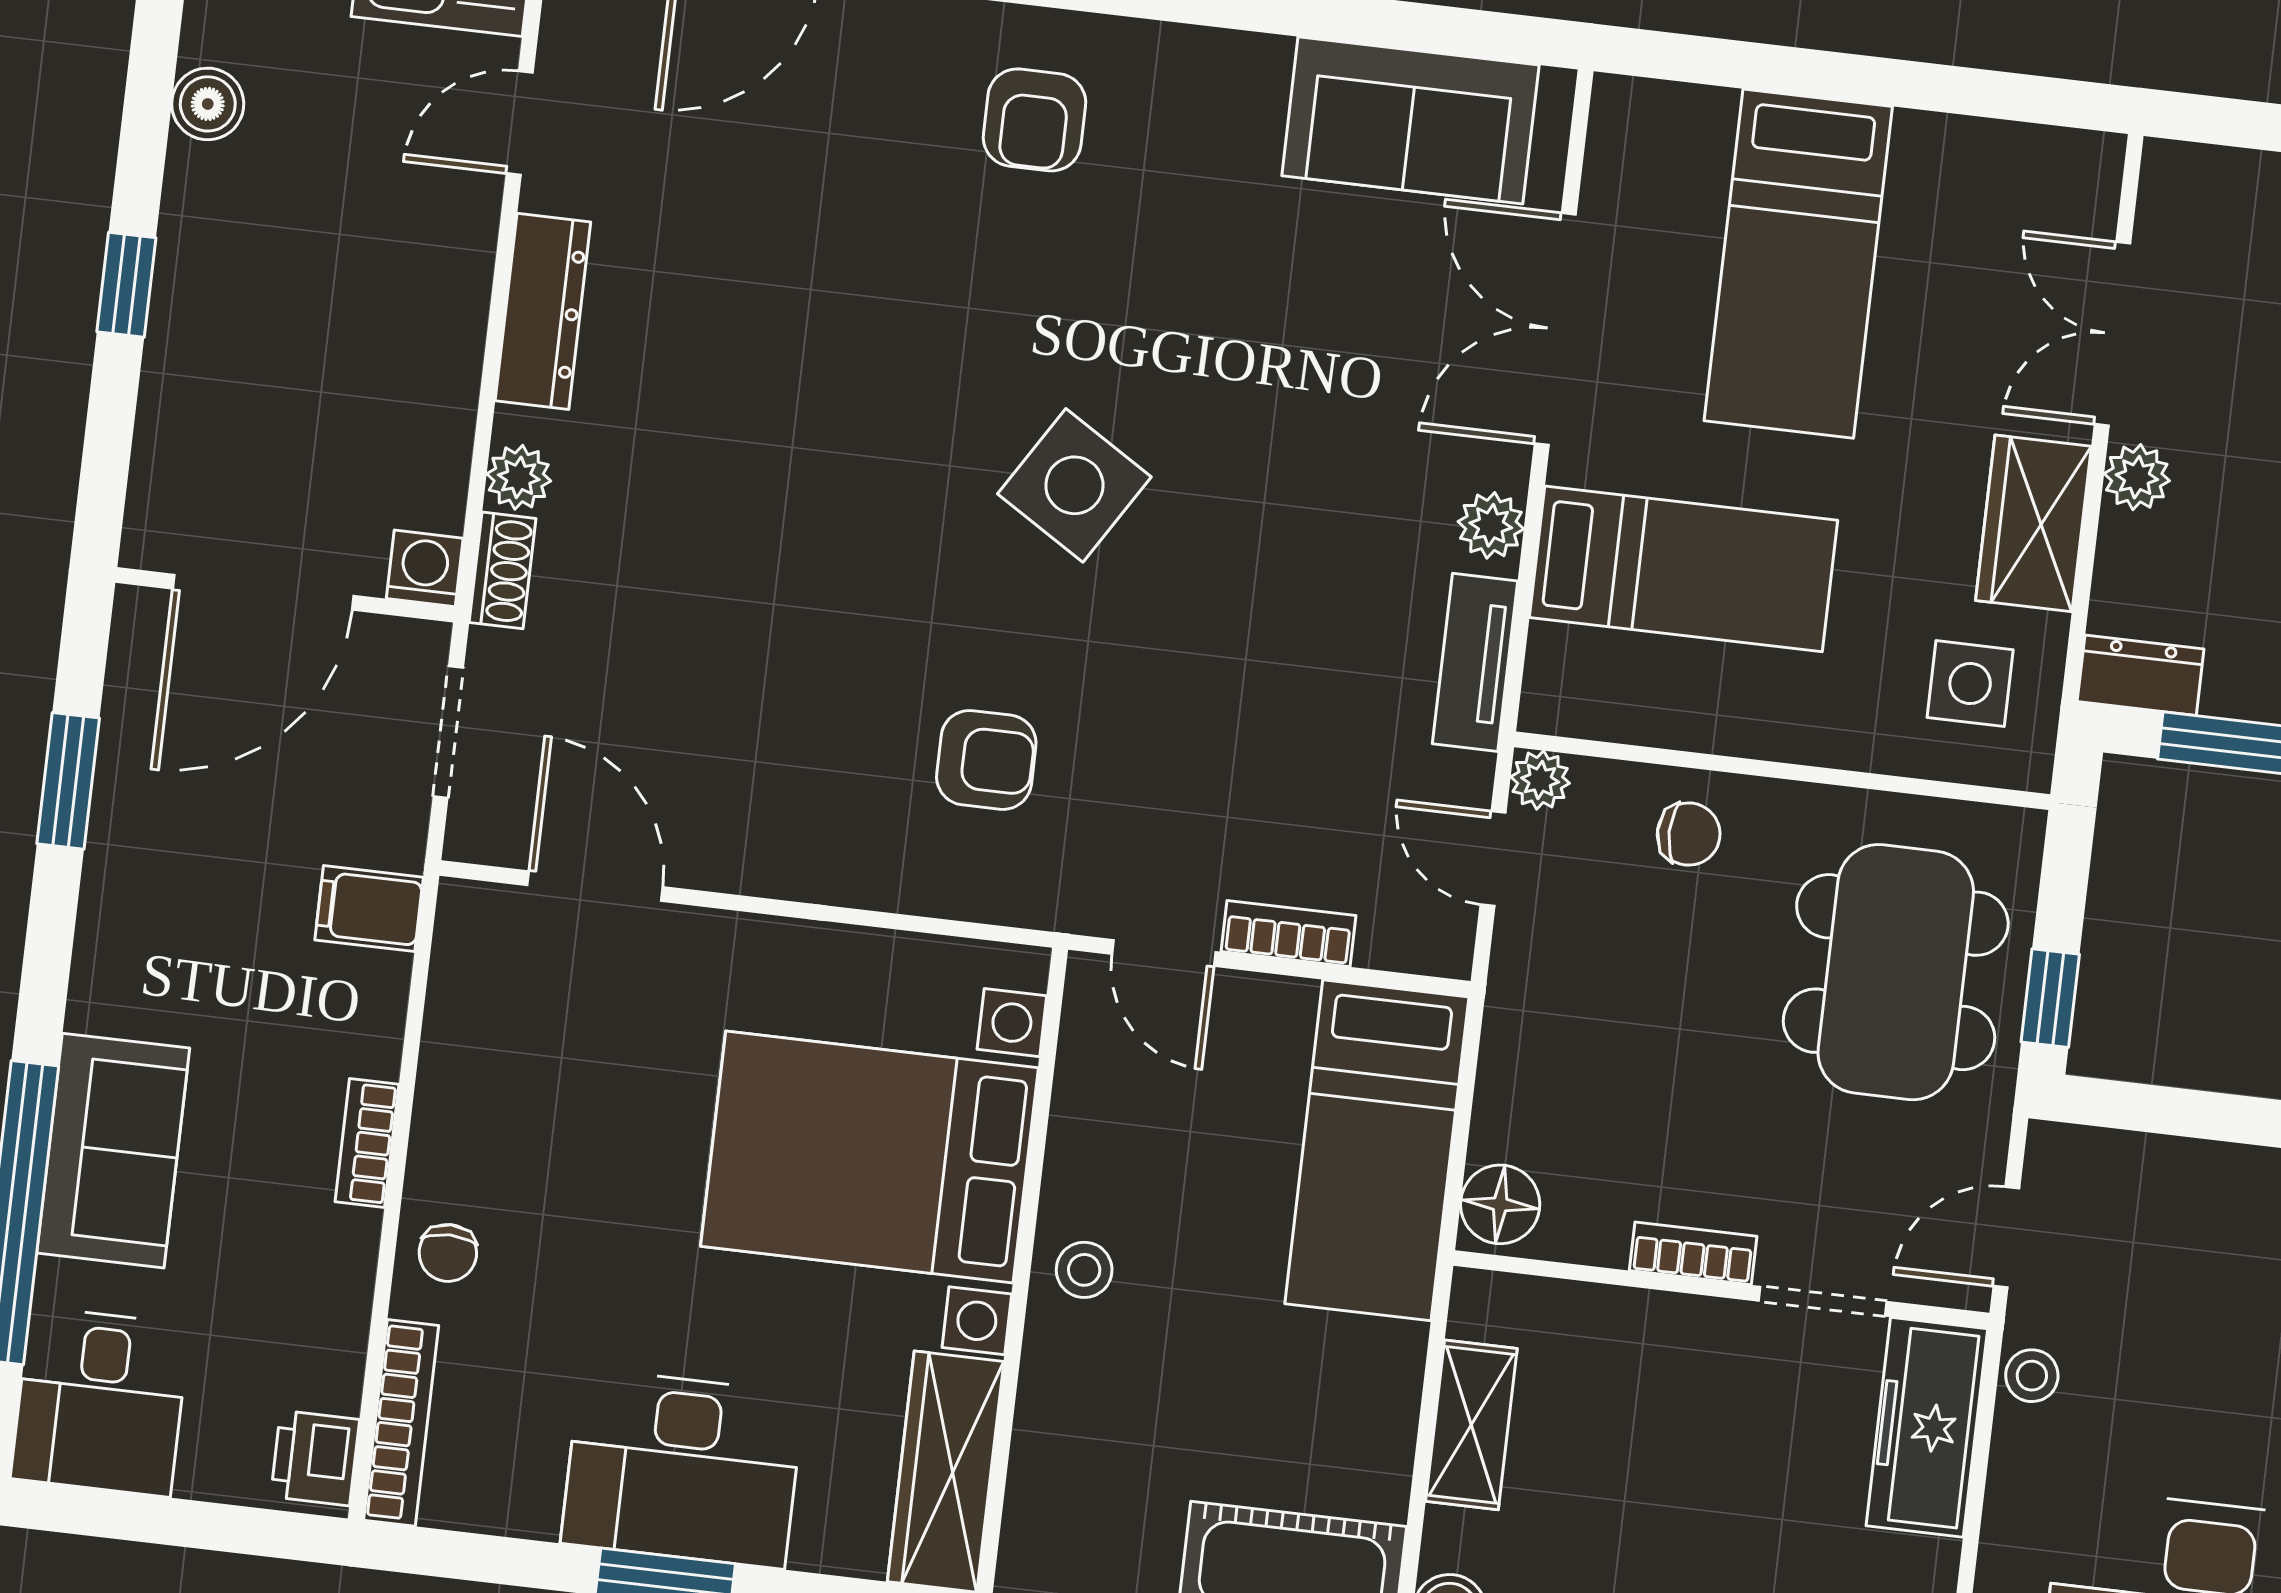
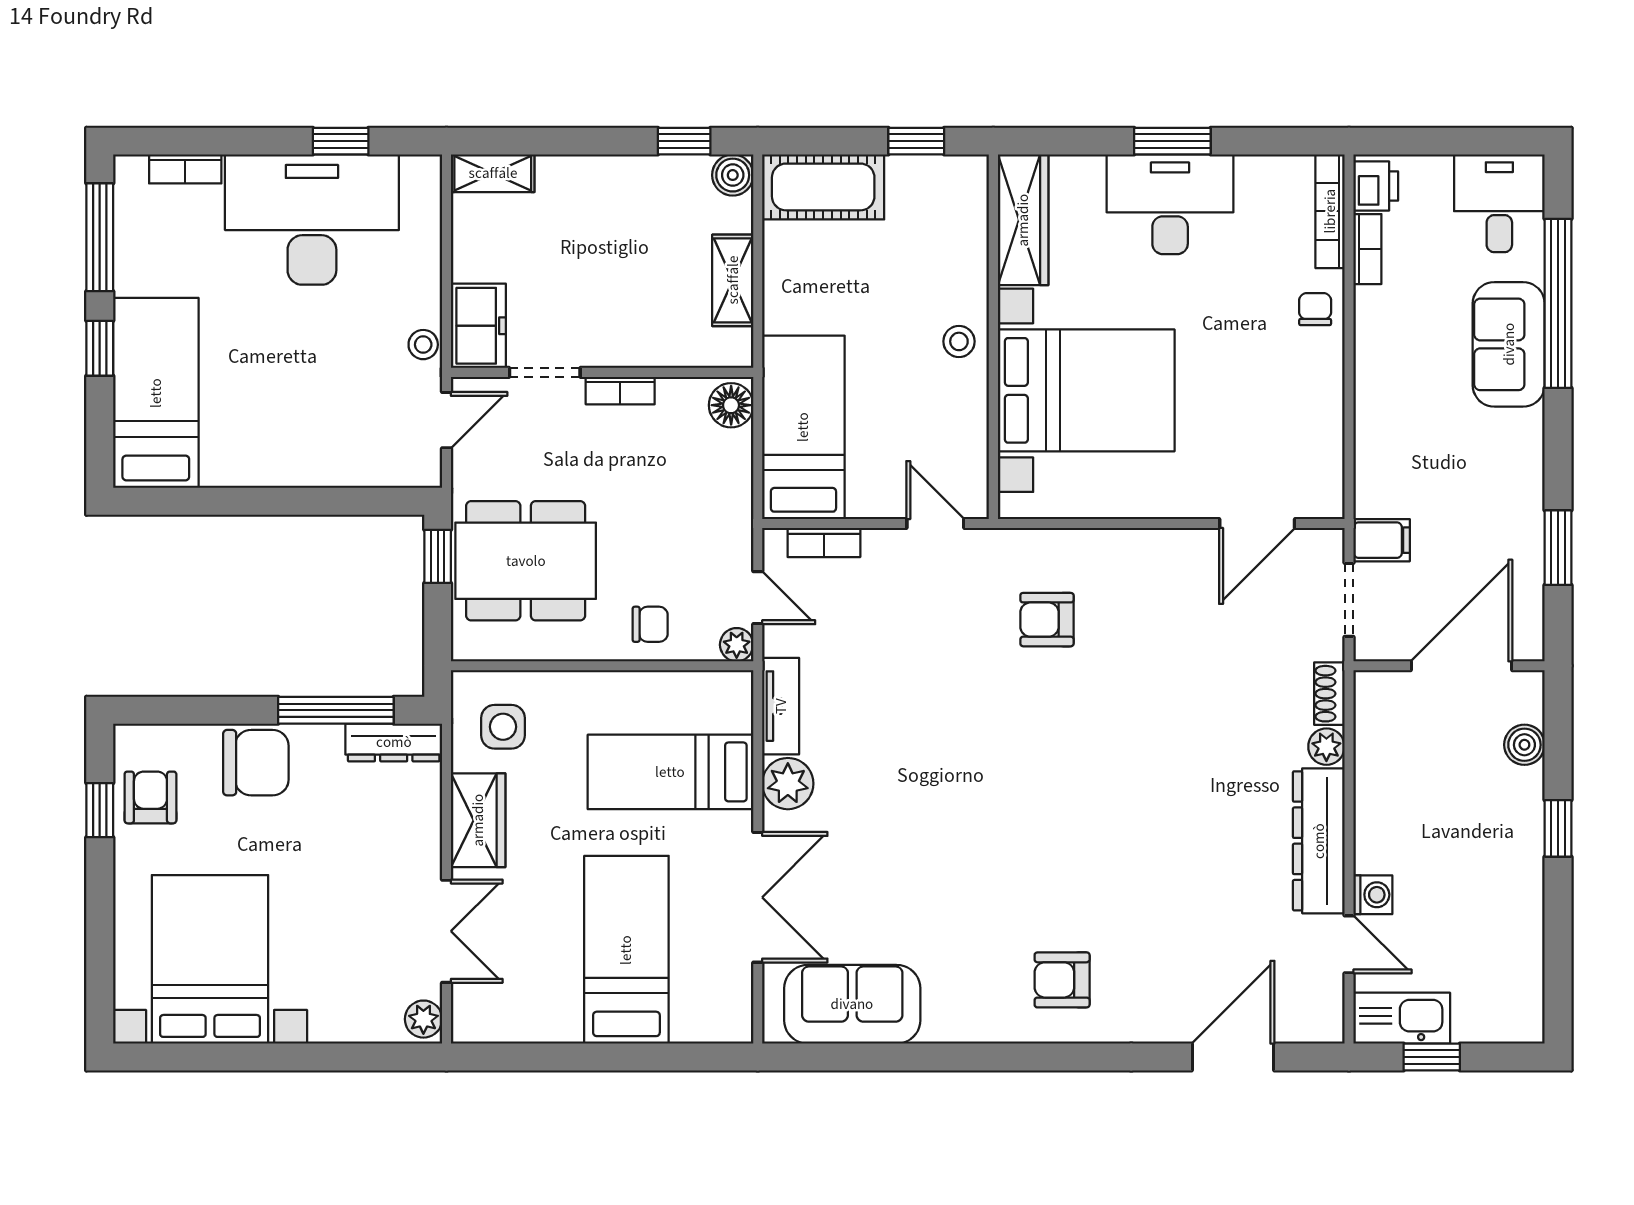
boiler: (208, 104) -> (1524, 745), moved
armchair: (1034, 120) -> (1062, 980), turned -90
door: (520, 123) -> (1349, 944), hinge flipped
dresser: (543, 311) -> (1319, 841), width x1.37, depth x1.24
plant: (2137, 477) -> (423, 1019), moved
side table: (1074, 485) -> (1016, 779), removed
plant: (1491, 525) -> (788, 784), width x1.38, depth x1.38
washing machine: (425, 568) -> (1373, 895), moved, turned -90
dresser: (2141, 675) -> (394, 742), width x1.44
chair: (1689, 834) -> (650, 624), turned 180
door: (595, 886) -> (1257, 523), hinge flipped
filing cabinet: (369, 909) -> (1382, 540), moved
bookcase: (1288, 934) -> (824, 543), moved
dining table: (1896, 972) -> (526, 561), turned 90
bookcase: (367, 1143) -> (1367, 249), moved
freezer: (1927, 1427) -> (478, 326), width x0.71

